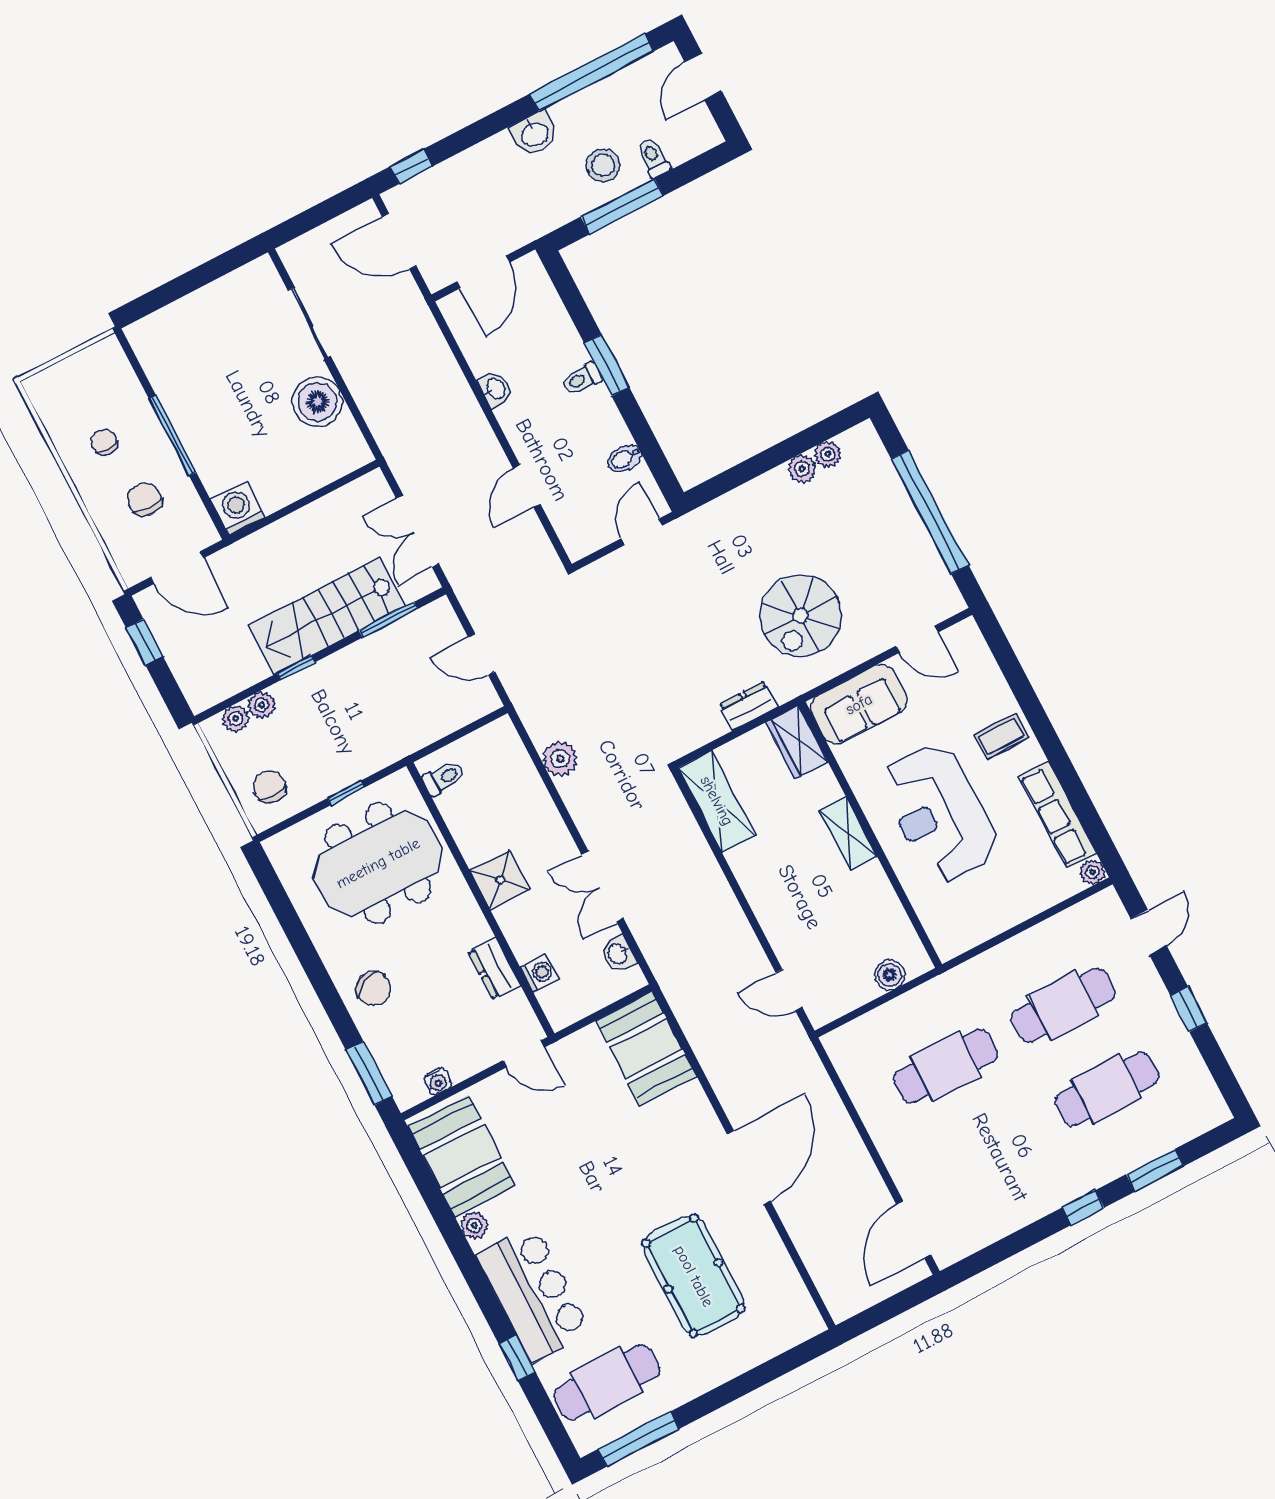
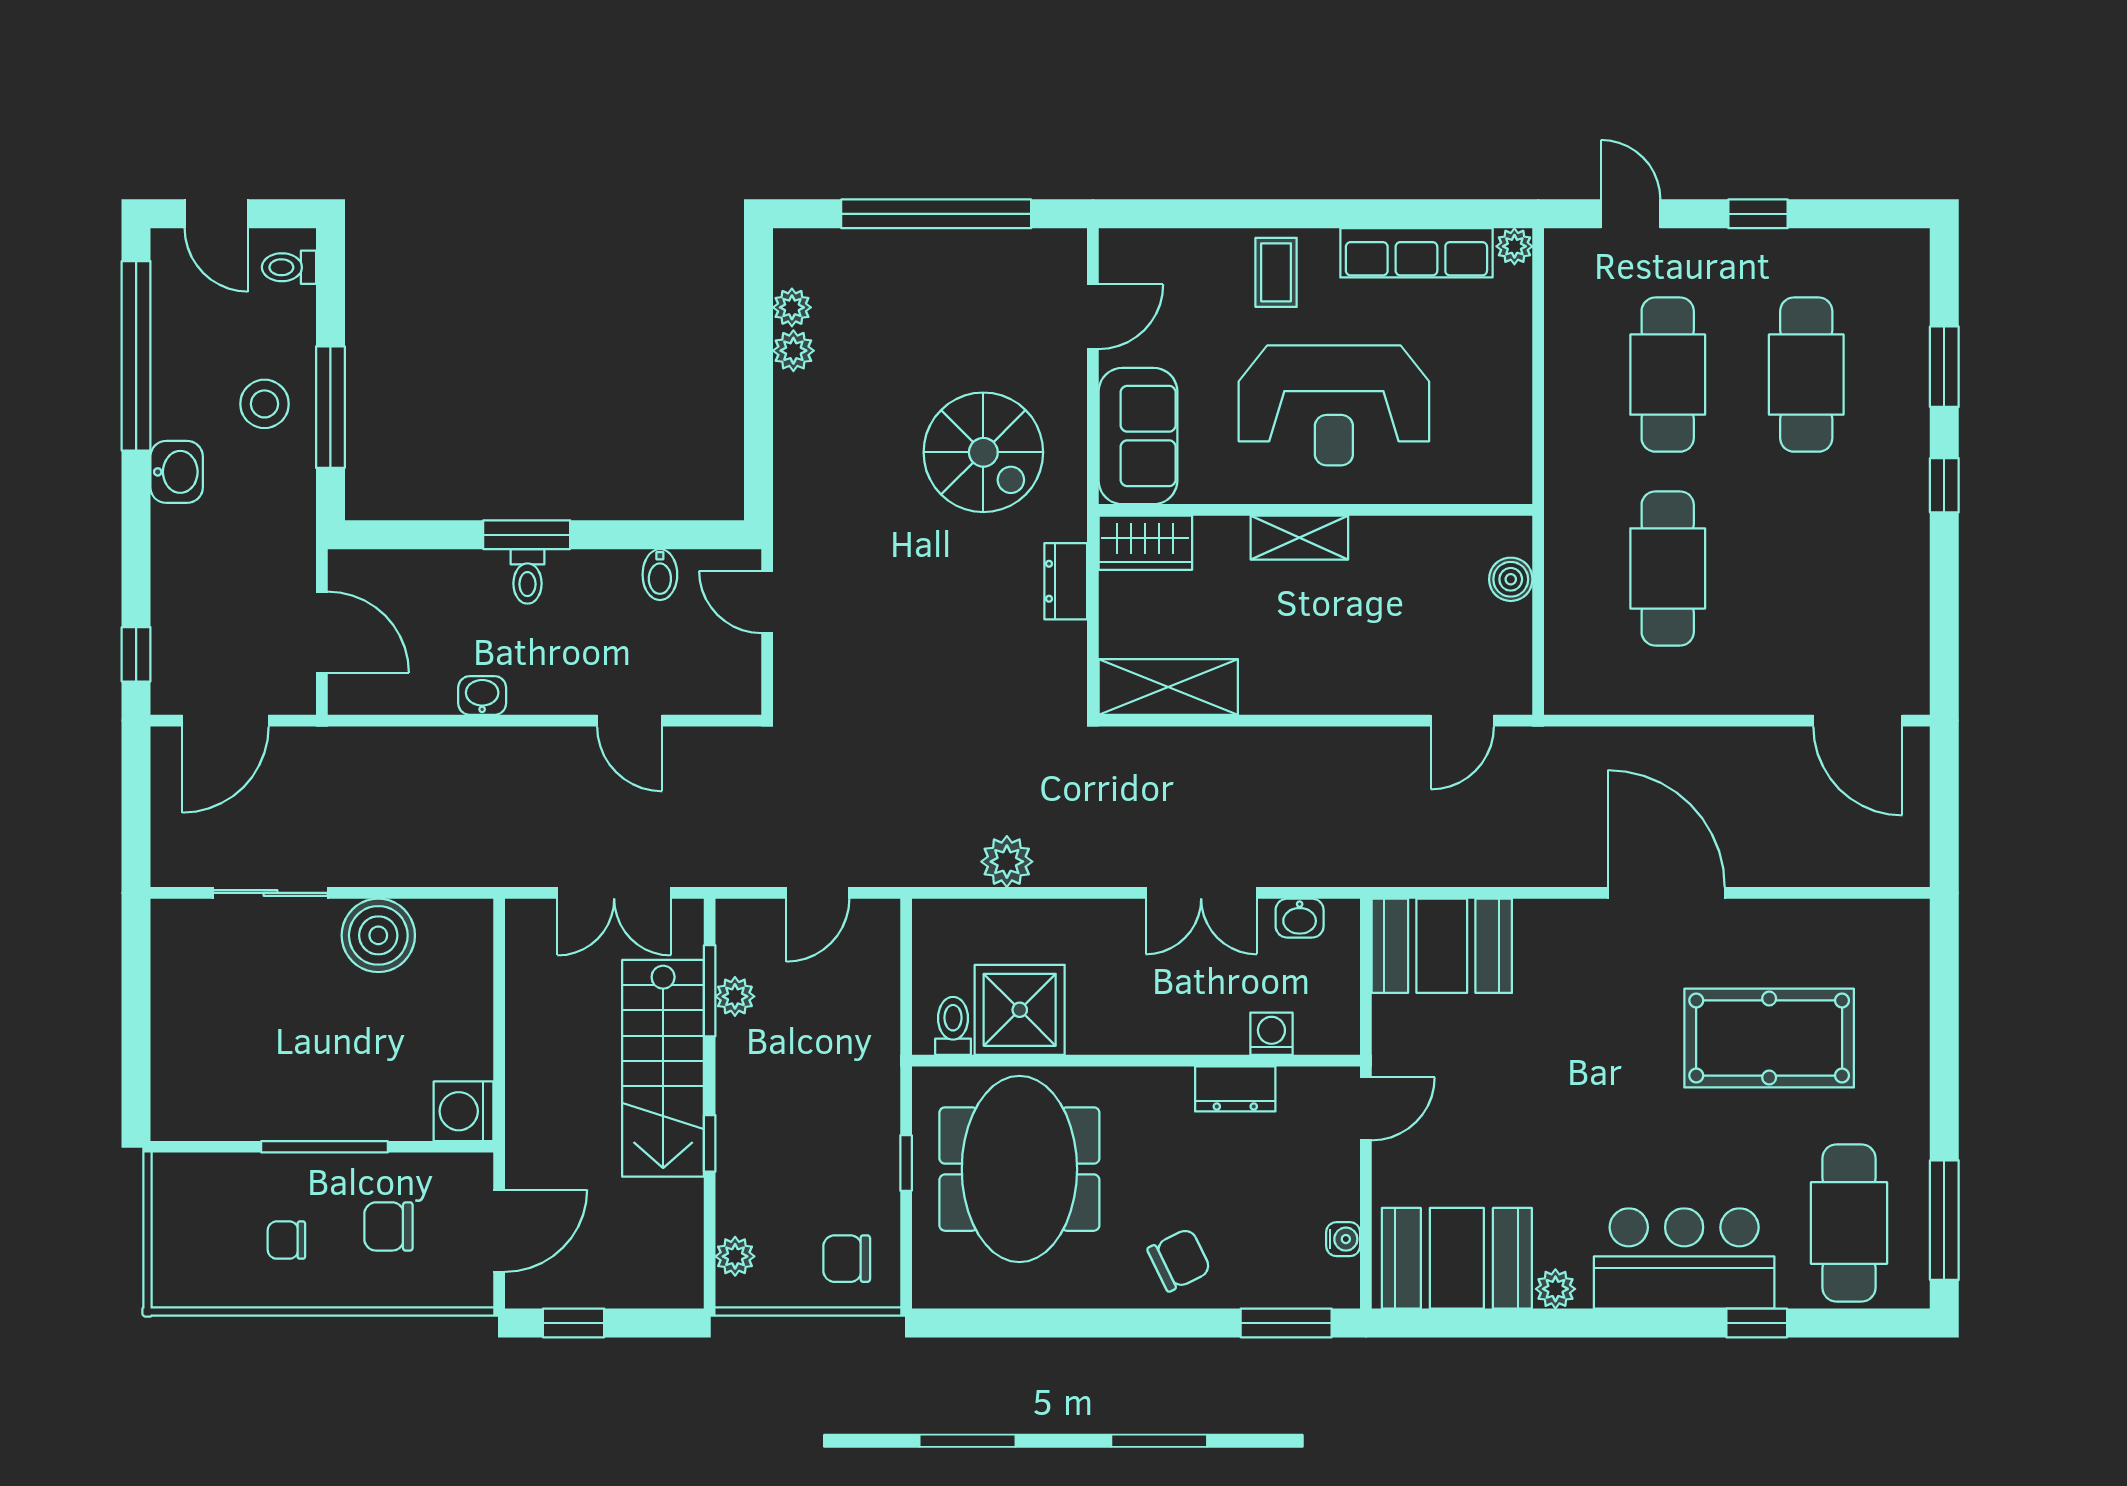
toilet: (653, 158) -> (289, 267), moved
plant: (262, 705) -> (735, 996), moved
shower: (500, 880) -> (1020, 1010), moved, width x1.36, depth x1.36

